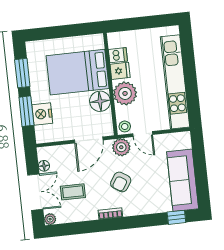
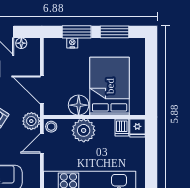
fridge: (120, 71) -> (137, 128), moved
nightstand: (42, 114) -> (72, 43), width x0.53, depth x0.56

